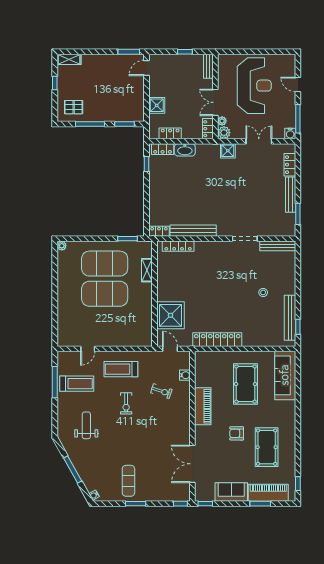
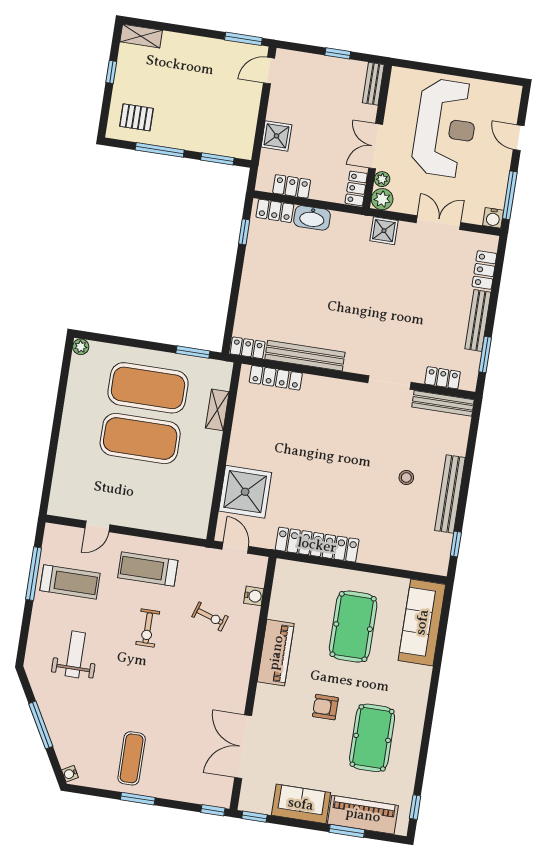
locker: (275, 231) -> (443, 378), added
bench: (290, 318) -> (450, 494), moved

